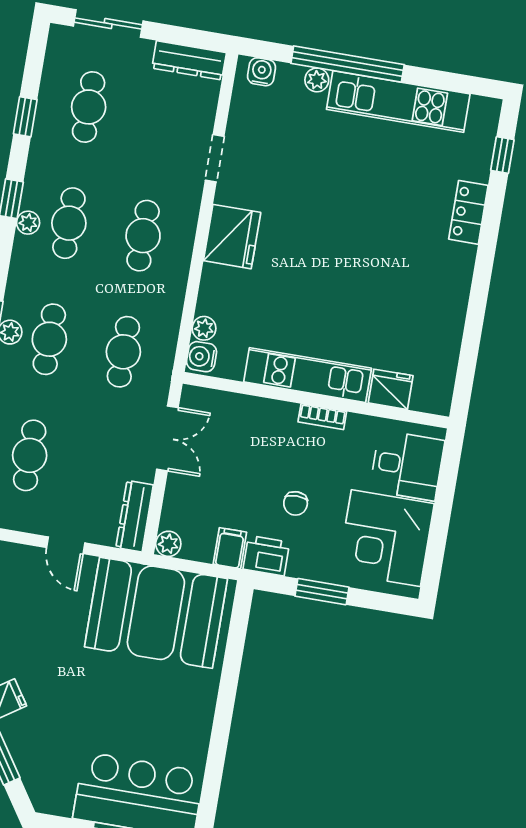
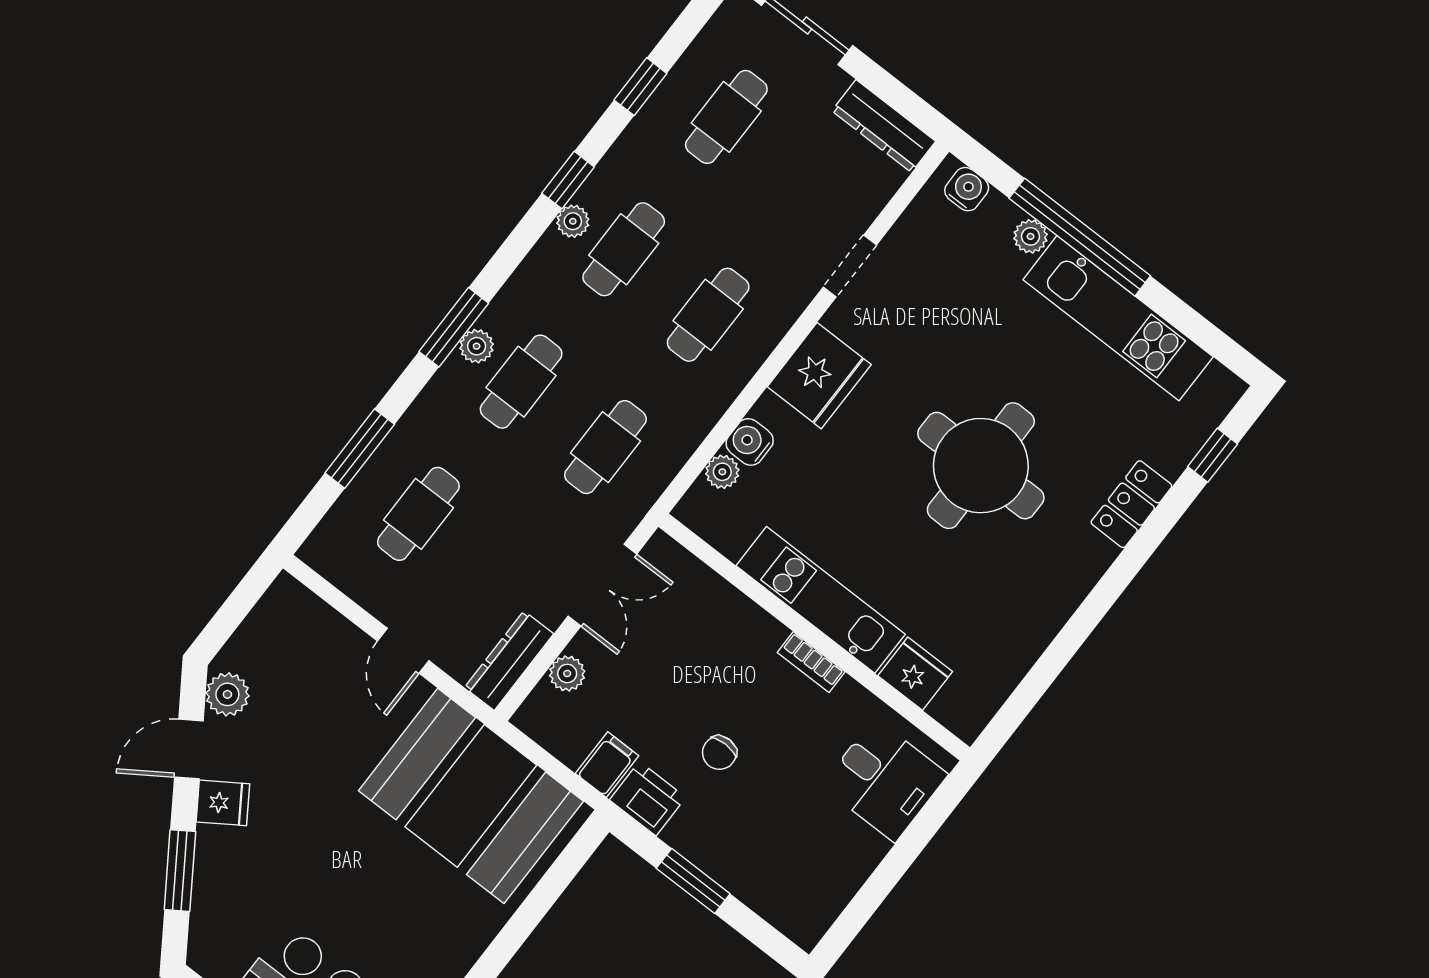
round table: (362, 239) -> (981, 466), added
water cooler: (202, 357) -> (750, 442), moved
corner desk: (386, 538) -> (809, 857), removed
plant: (168, 544) -> (567, 673), moved

